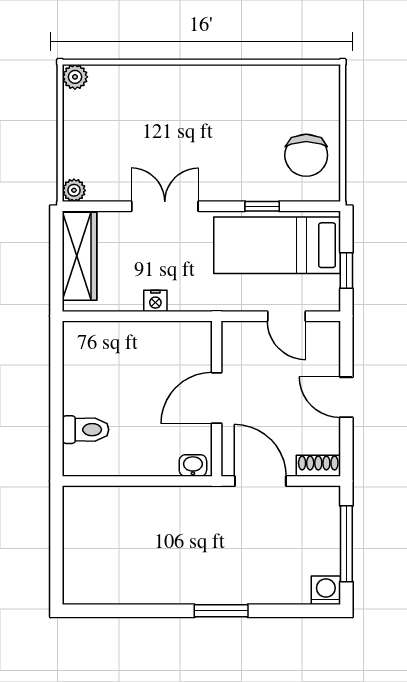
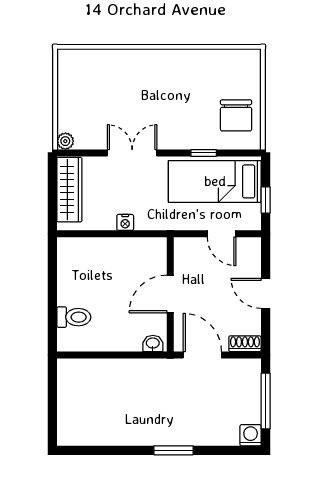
plant: (75, 77) -> (66, 58), removed

